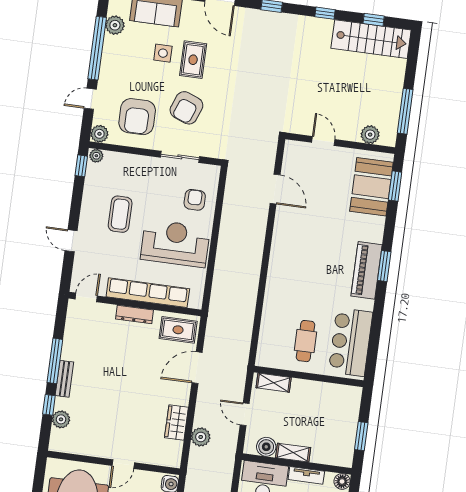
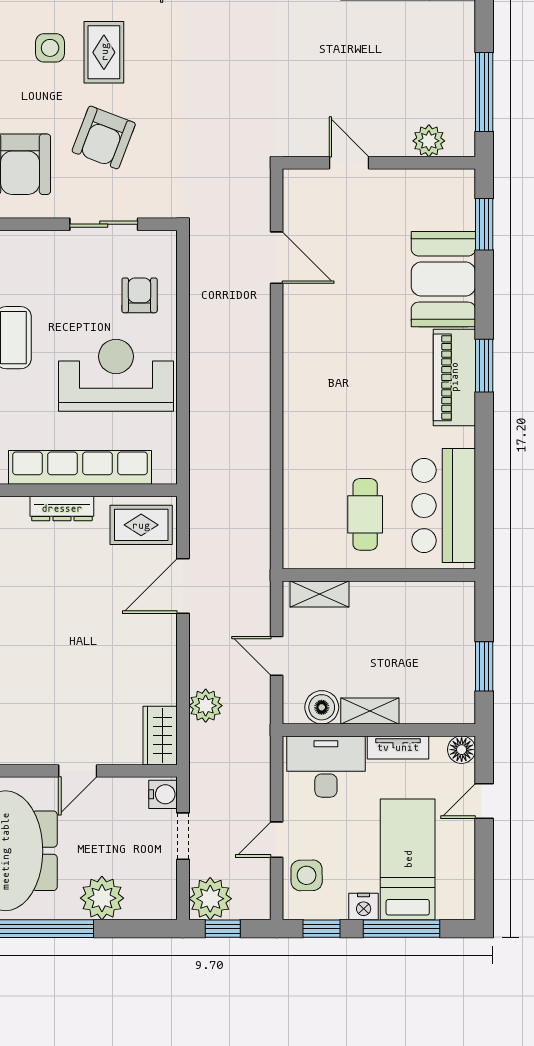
booth: (371, 187) -> (443, 279), moved
wardrobe: (176, 422) -> (160, 736), moved

